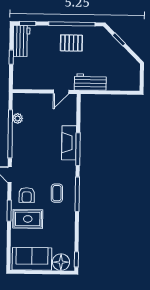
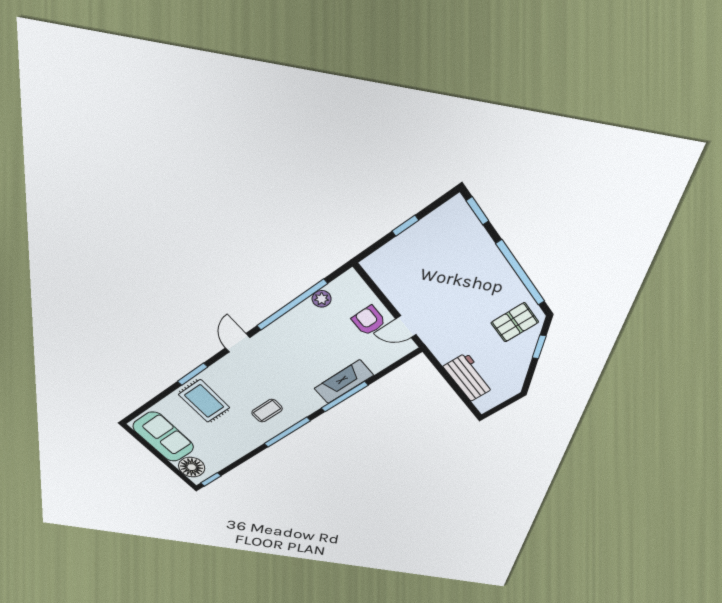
workbench: (21, 41) -> (442, 222), removed
pallet: (71, 43) -> (515, 322), moved, turned 90
workbench: (90, 82) -> (469, 377), moved
armchair: (27, 195) -> (369, 321), moved, turned 90

